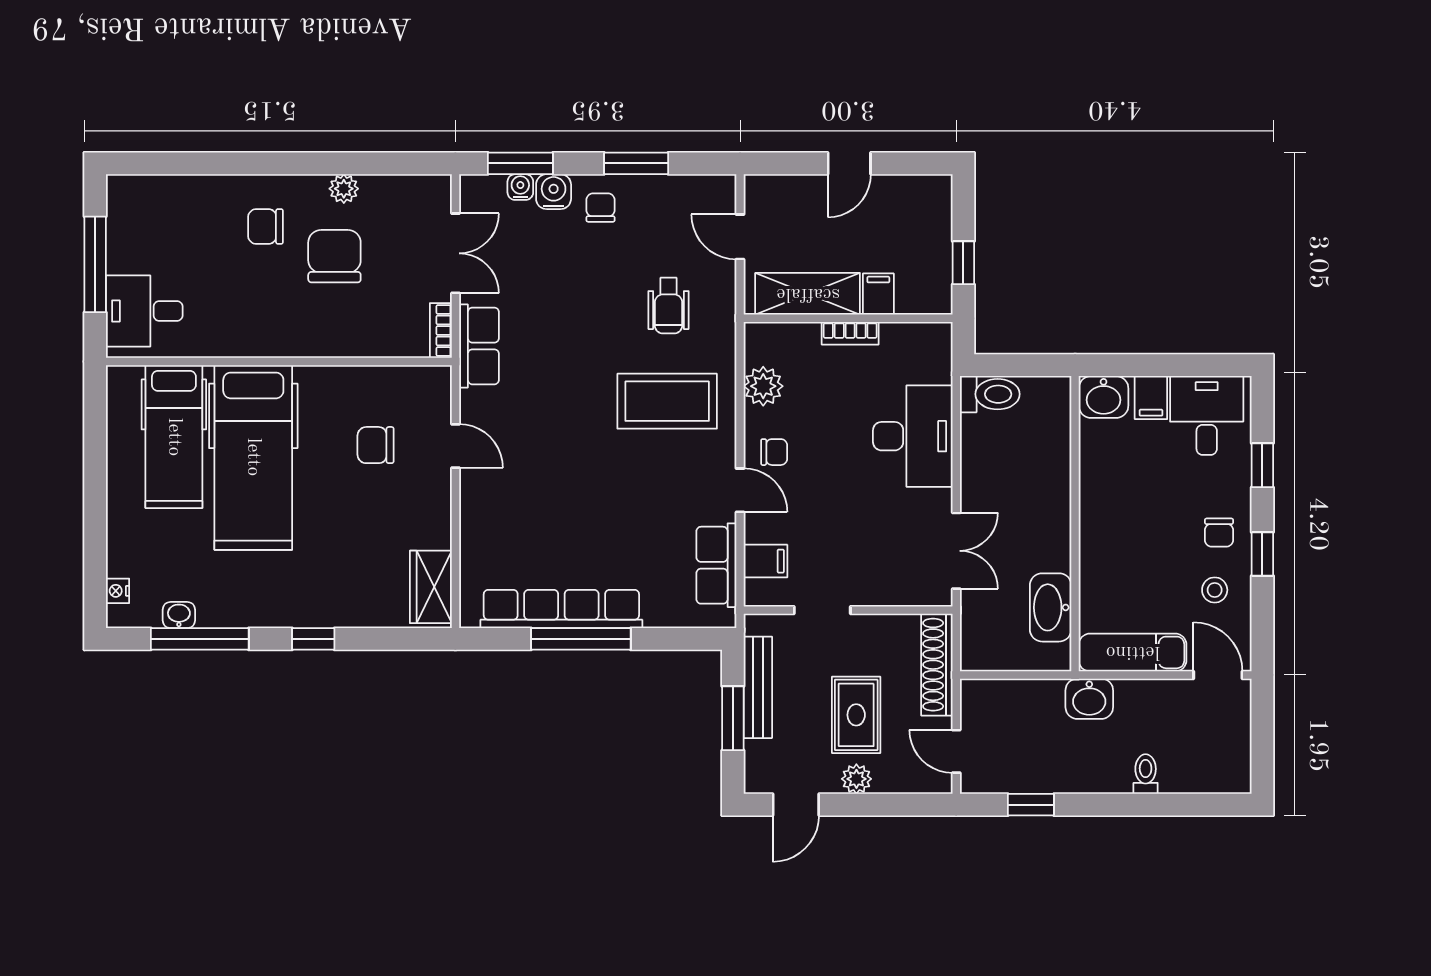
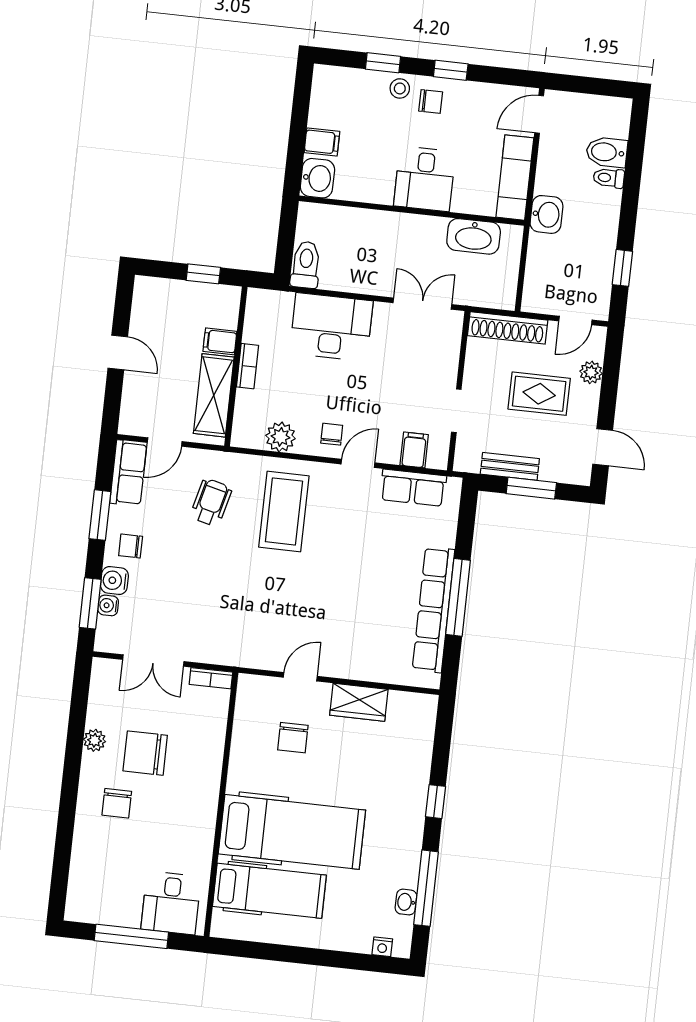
double door: (455, 253) -> (153, 661), swing flipped
wheelchair: (669, 306) -> (211, 502), turned -76
row of seats: (479, 346) -> (128, 473), moved, turned 90
desk: (1207, 415) -> (425, 179), moved, turned -90
wardrobe: (431, 587) -> (359, 702), moved
stool: (1215, 590) -> (400, 88), moved
bench: (758, 687) -> (510, 466), width x0.73
bidet: (1179, 768) -> (607, 152), added
plant: (856, 779) -> (591, 372), moved

